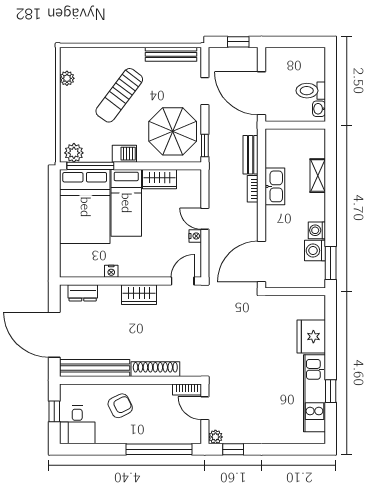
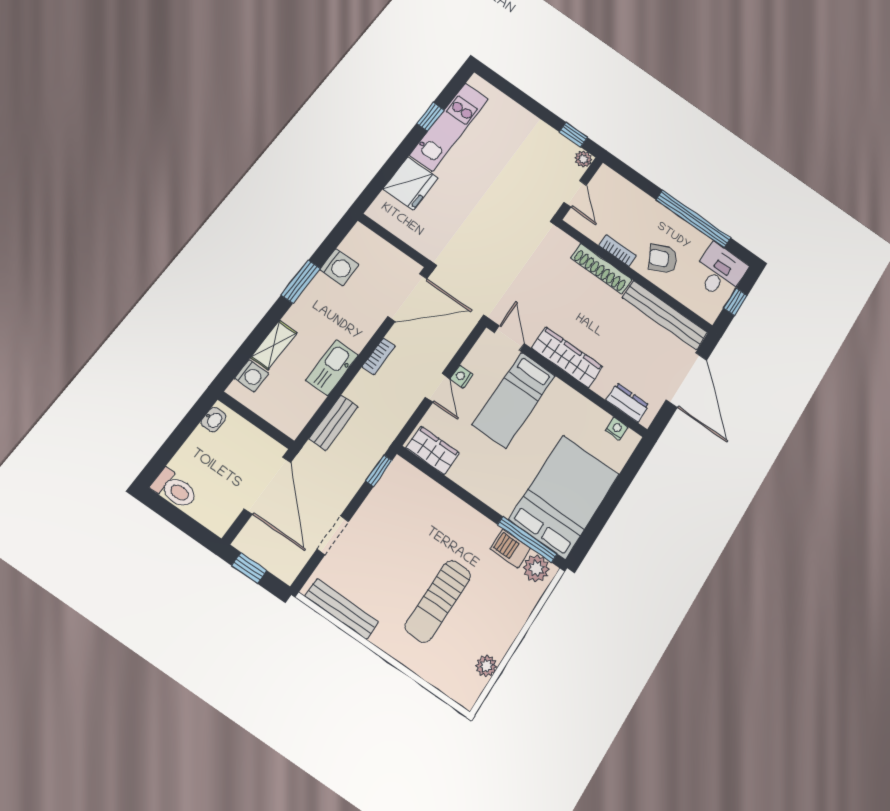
toilet: (311, 91) -> (175, 489), moved
sun lounger: (119, 95) -> (438, 601), turned 143
parasol: (173, 131) -> (405, 513), removed
barbecue: (124, 154) -> (510, 548), moved
wardrobe: (160, 179) -> (433, 450), moved
bookcase: (253, 189) -> (379, 356), moved
bed: (126, 203) -> (514, 400), moved, turned 180
washing machine: (317, 230) -> (251, 376), moved
window: (331, 263) -> (301, 282), moved
nightstand: (111, 271) -> (617, 429), moved
door: (183, 281) -> (509, 338), swing flipped
wardrobe: (139, 295) -> (567, 357), width x1.50
bookcase: (187, 389) -> (618, 251), moved
window: (159, 449) -> (693, 219), moved

